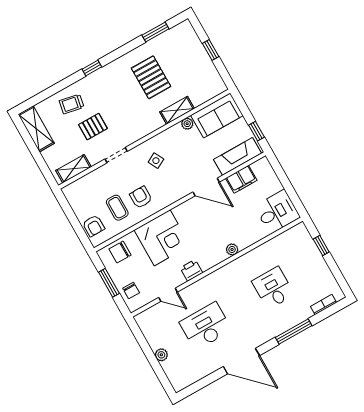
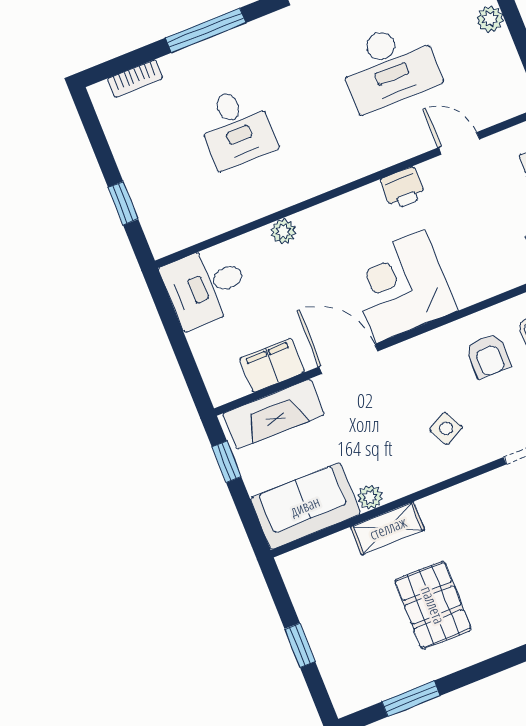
corner desk: (162, 238) -> (401, 286), moved
plant: (232, 250) -> (283, 231), moved

